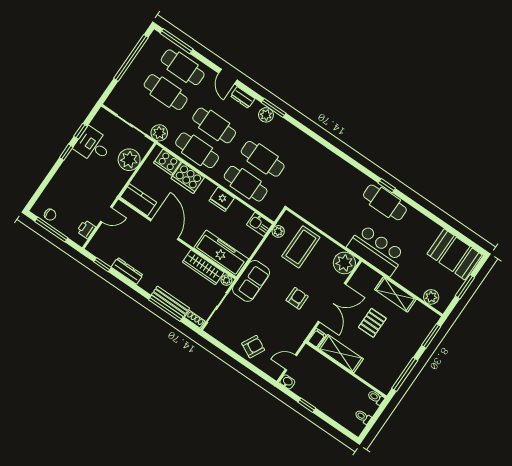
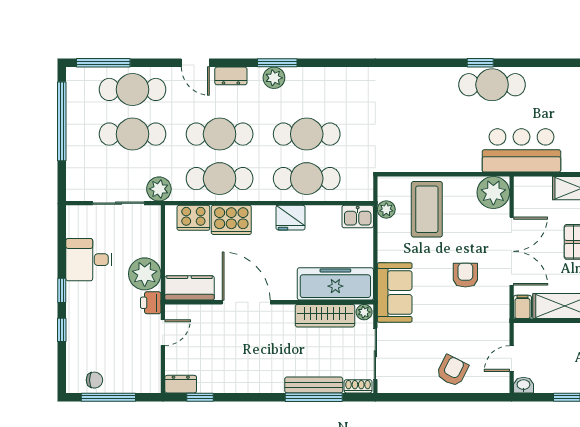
window: (81, 131) -> (62, 330), moved
plant: (129, 160) -> (145, 274), moved
printer: (86, 229) -> (151, 303), moved
dresser: (127, 271) -> (181, 384), moved, width x0.70

